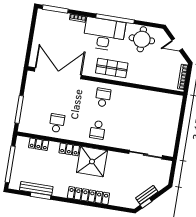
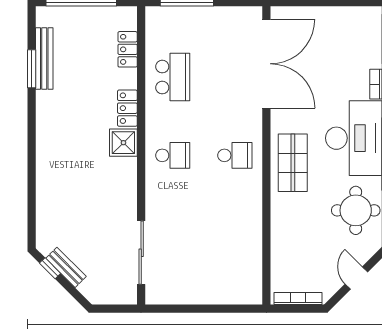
school desk: (57, 123) -> (173, 77), width x1.85
school desk: (98, 130) -> (173, 155), turned 180
shower: (92, 162) -> (123, 143), width x0.54, depth x0.54
locker: (88, 196) -> (47, 158), removed

